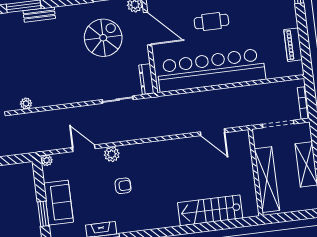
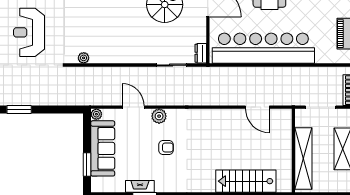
dresser: (146, 79) -> (201, 53), width x0.70
sofa: (59, 203) -> (103, 148), width x1.36

